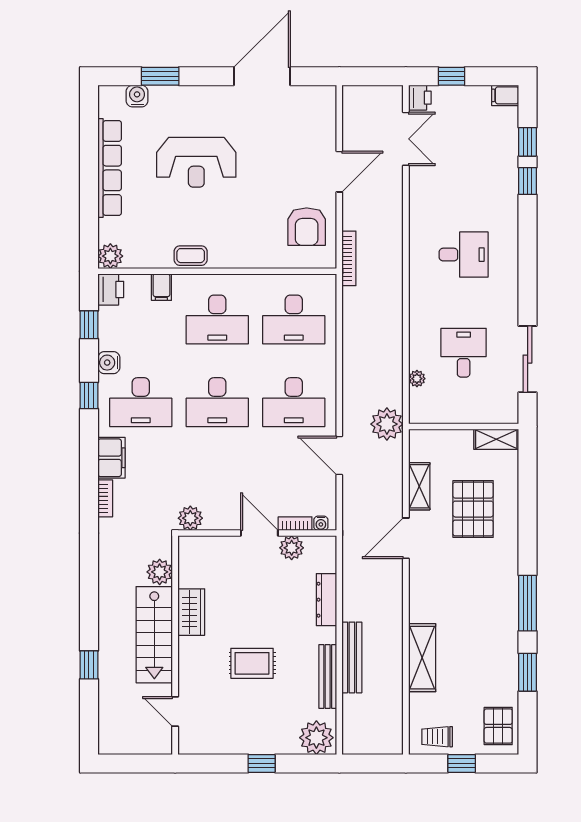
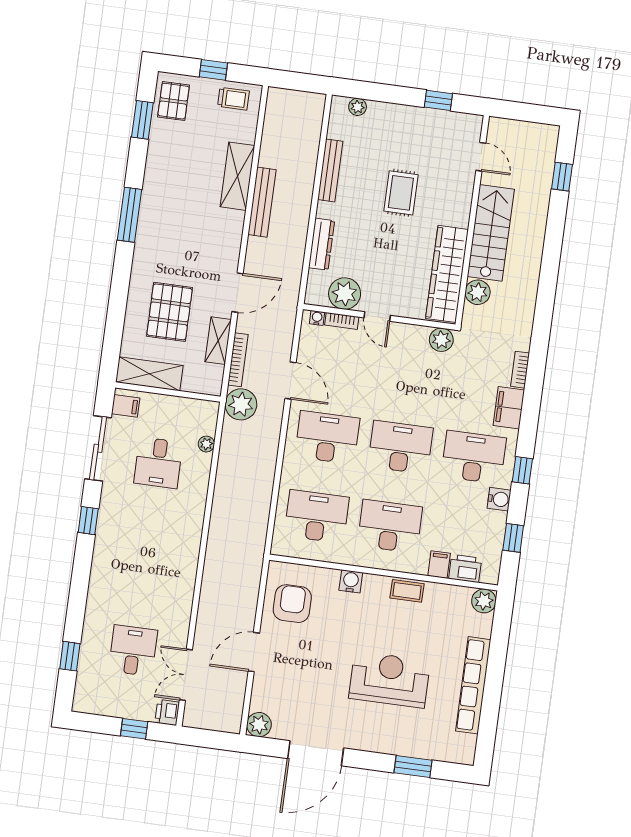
filing cabinet: (505, 95) -> (126, 406), moved
water cooler: (137, 96) -> (351, 581), moved, turned 180
plant: (324, 98) -> (259, 725), added
window: (528, 181) -> (88, 521), moved
desk: (464, 255) -> (133, 651), moved, turned 90
bookcase: (349, 258) -> (238, 360), moved, turned 180
printer: (111, 289) -> (465, 568), moved, turned 90
shelving: (496, 439) -> (149, 374), width x1.50, depth x1.33
door: (259, 533) -> (377, 317), width x0.73
plant: (292, 548) -> (345, 294), width x1.36, depth x1.36
wardrobe: (191, 612) -> (447, 274), width x2.10, depth x1.17
bench: (352, 657) -> (262, 202), moved
rug: (252, 663) -> (401, 193), turned 90
window: (89, 665) -> (562, 177), moved
window: (528, 672) -> (142, 120), moved
plant: (316, 738) -> (358, 107), width x0.53, depth x0.53
window: (262, 763) -> (438, 100), moved

